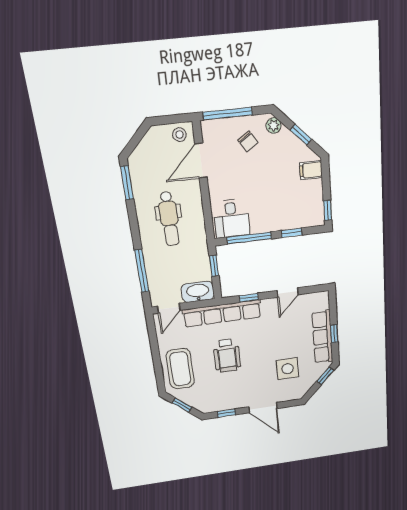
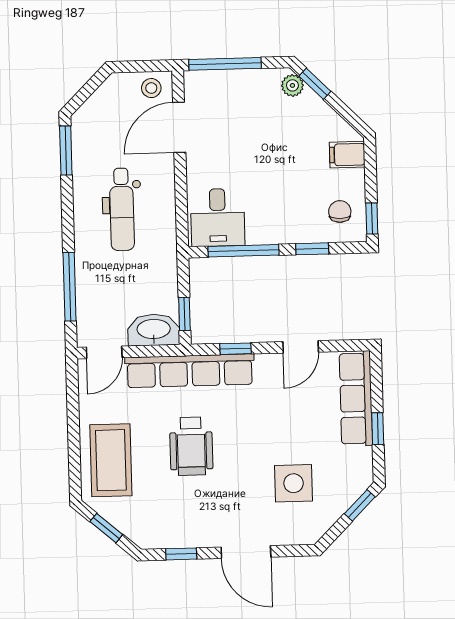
window: (301, 135) -> (315, 84), moved
chair: (248, 141) -> (340, 211), moved, turned -147
window: (214, 266) -> (184, 314), moved
row of seats: (322, 337) -> (356, 399), moved

